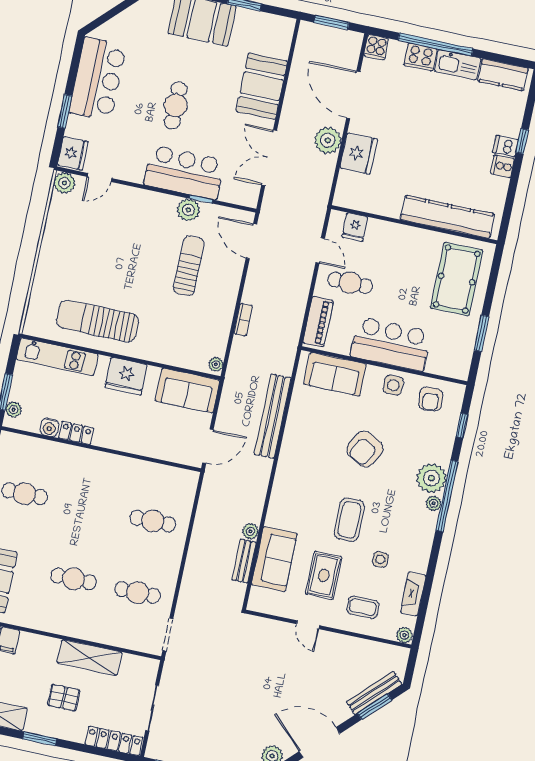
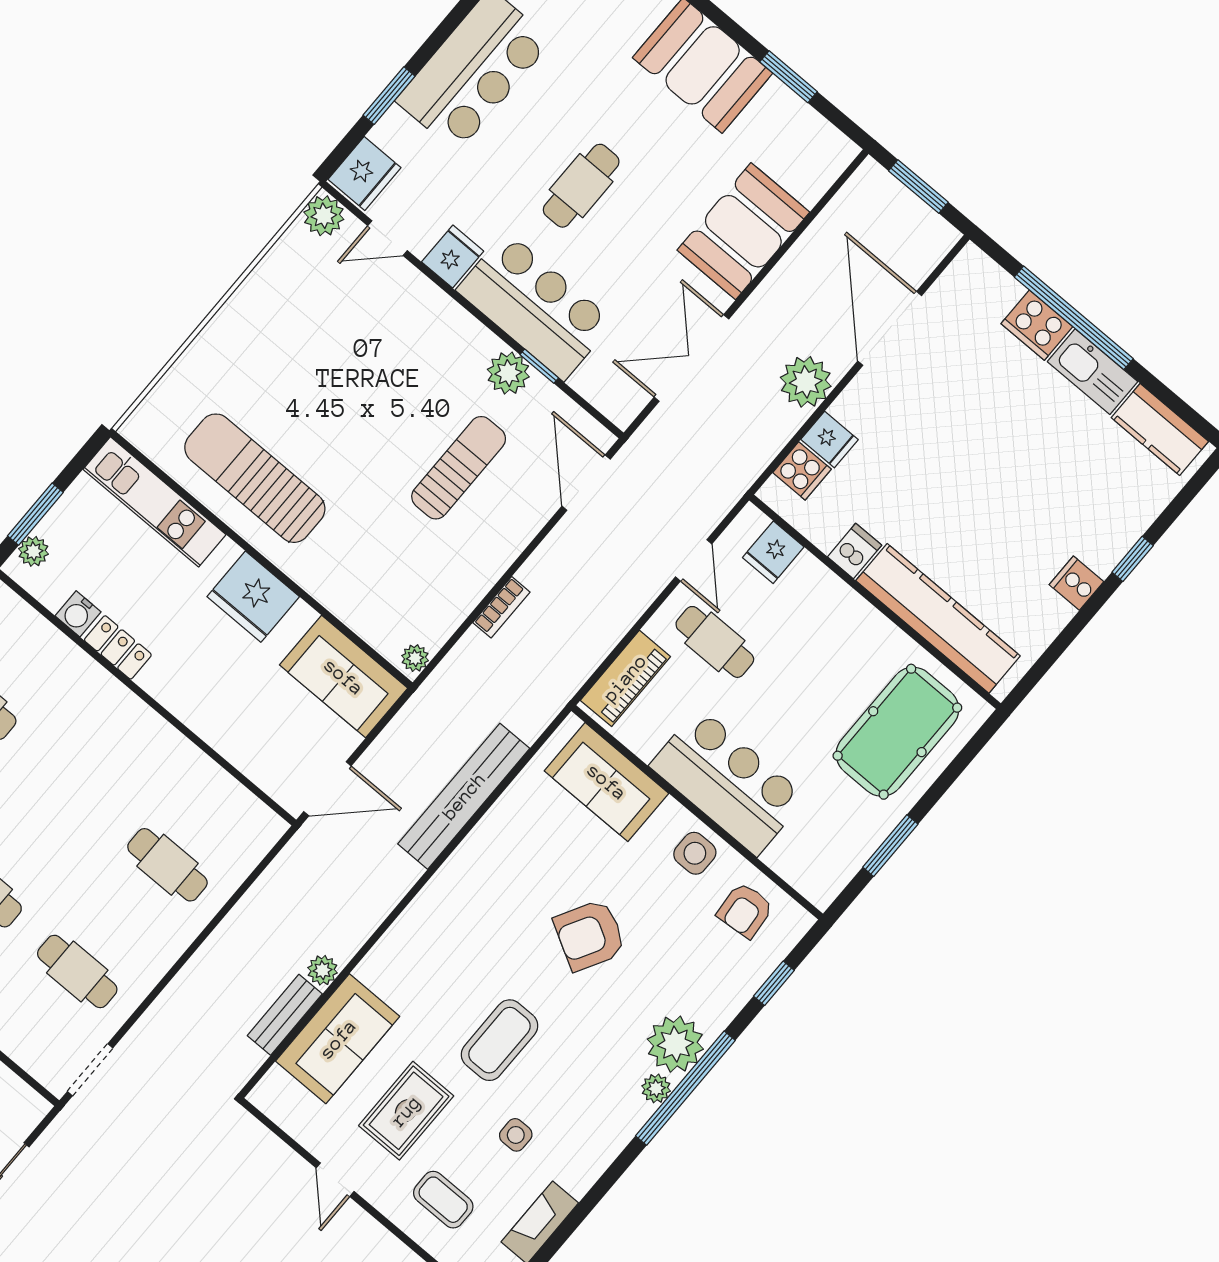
cooker: (376, 47) -> (802, 471), moved, turned -90
dishwasher: (506, 146) -> (855, 551), moved, turned 90
fridge: (359, 153) -> (829, 440), width x0.53, depth x0.75
fridge: (134, 170) -> (453, 257), added

